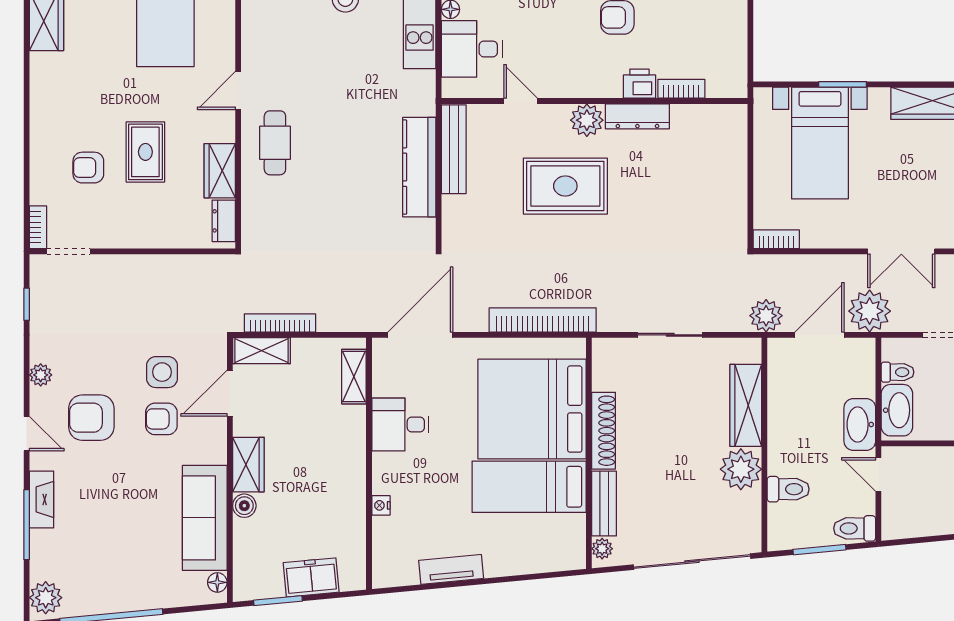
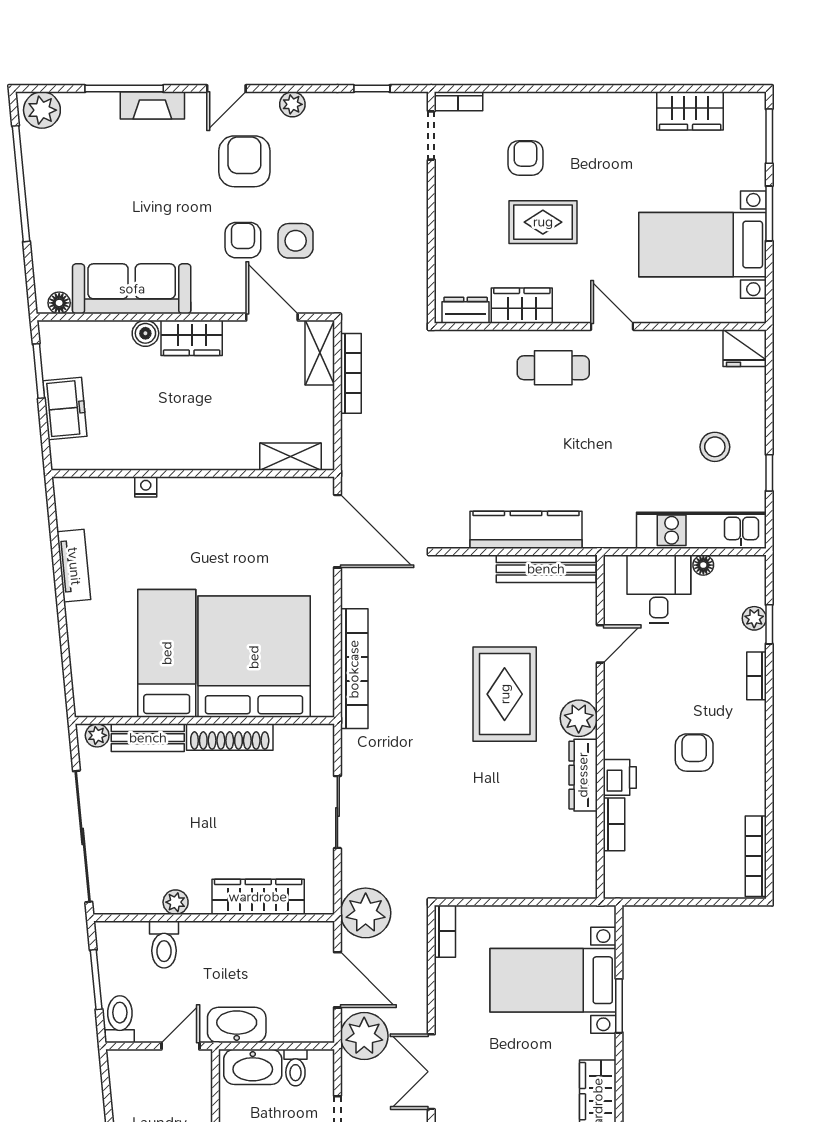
plant: (766, 316) -> (366, 913), width x1.36, depth x1.36
desk: (400, 425) -> (237, 509), removed
plant: (741, 469) -> (176, 902), width x0.53, depth x0.53

